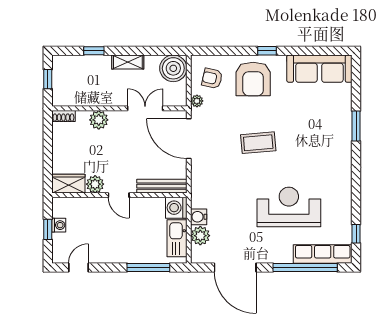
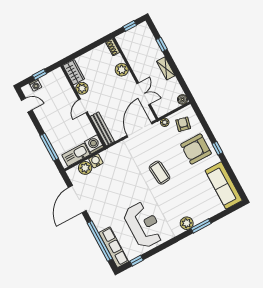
boiler: (173, 68) -> (182, 99), width x0.54, depth x0.54
plant: (343, 143) -> (187, 223), added
reception desk: (289, 207) -> (143, 225), moved
washing machine: (59, 225) -> (35, 85), moved

